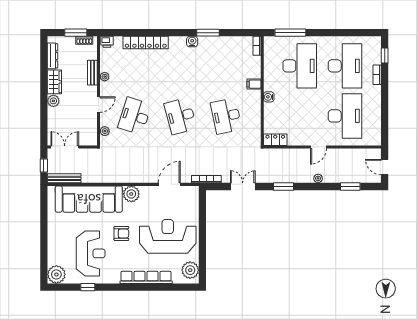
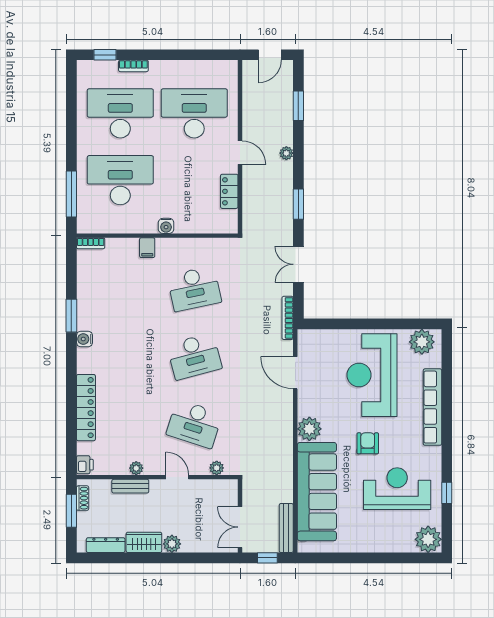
locker: (275, 140) -> (229, 191), moved

